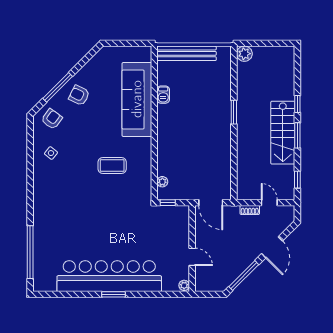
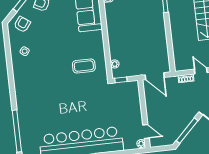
coffee table: (112, 165) -> (84, 66), moved
door: (192, 257) -> (146, 132), moved

